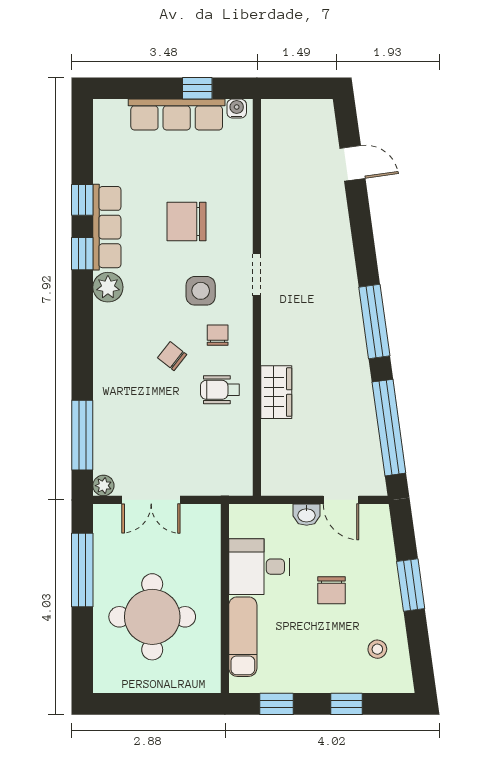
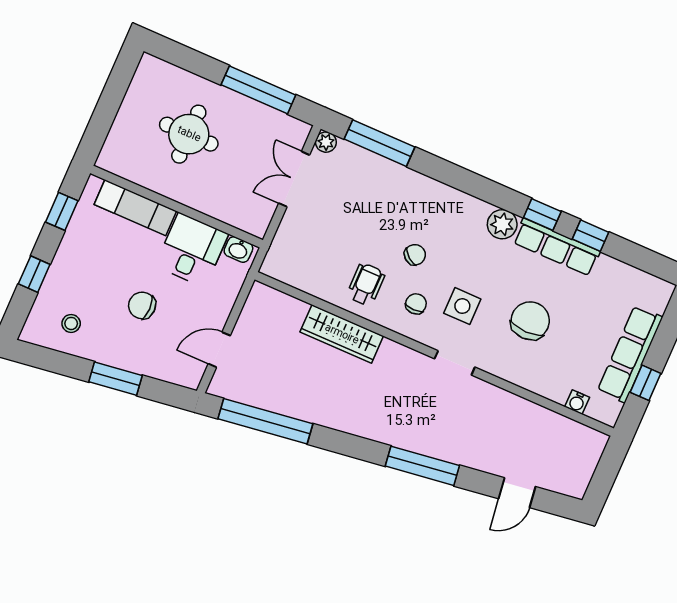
water cooler: (237, 109) -> (577, 402), moved, turned 90
window: (374, 322) -> (422, 466), moved
chair: (218, 335) -> (416, 304), turned -90
wardrobe: (276, 392) -> (342, 334), width x1.50
washbasin: (307, 515) -> (238, 250), moved, turned -90
round table: (152, 617) -> (189, 134), width x0.73, depth x0.73

